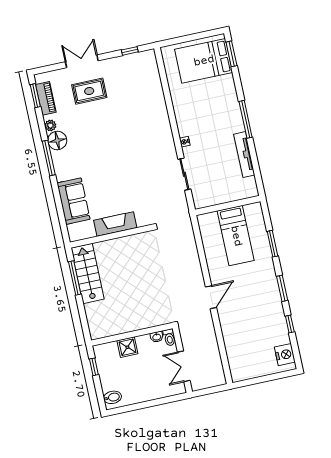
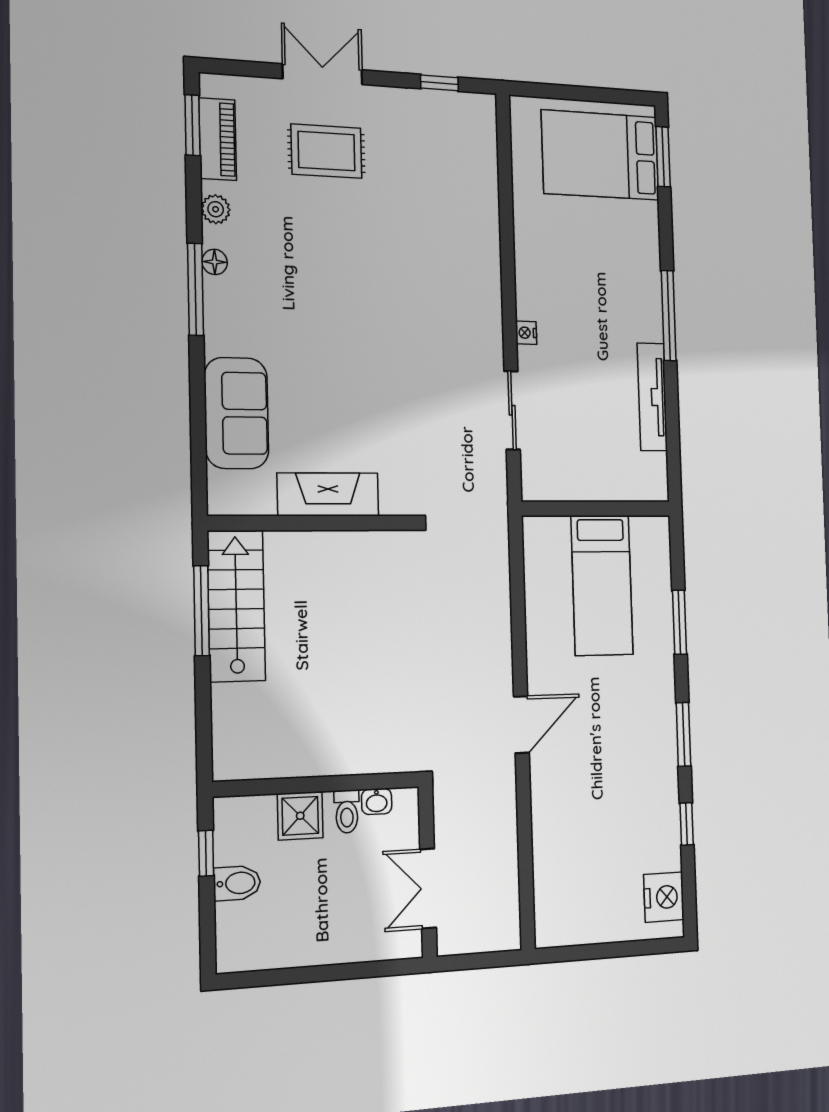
floor lamp: (57, 140) -> (215, 262), width x0.53, depth x0.53
toilet: (169, 337) -> (347, 812), moved
bidet: (112, 397) -> (237, 883), moved

